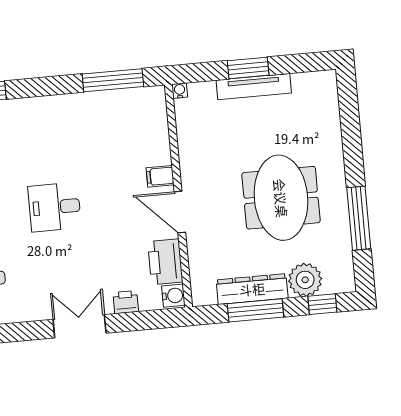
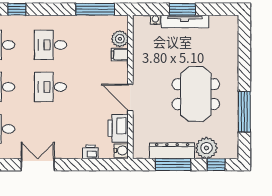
water cooler: (180, 91) -> (155, 20), moved
plant: (155, 123) -> (120, 39), added
desk: (49, 142) -> (51, 45), added
filing cabinet: (160, 176) -> (120, 55), moved
double door: (80, 326) -> (38, 165), moved

